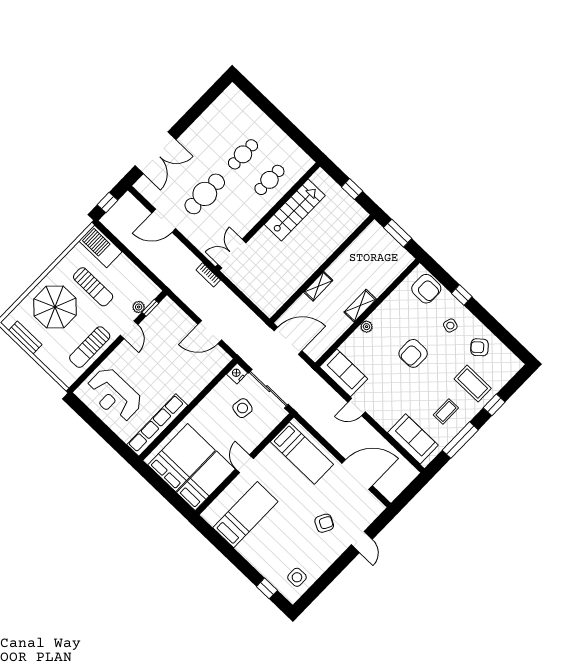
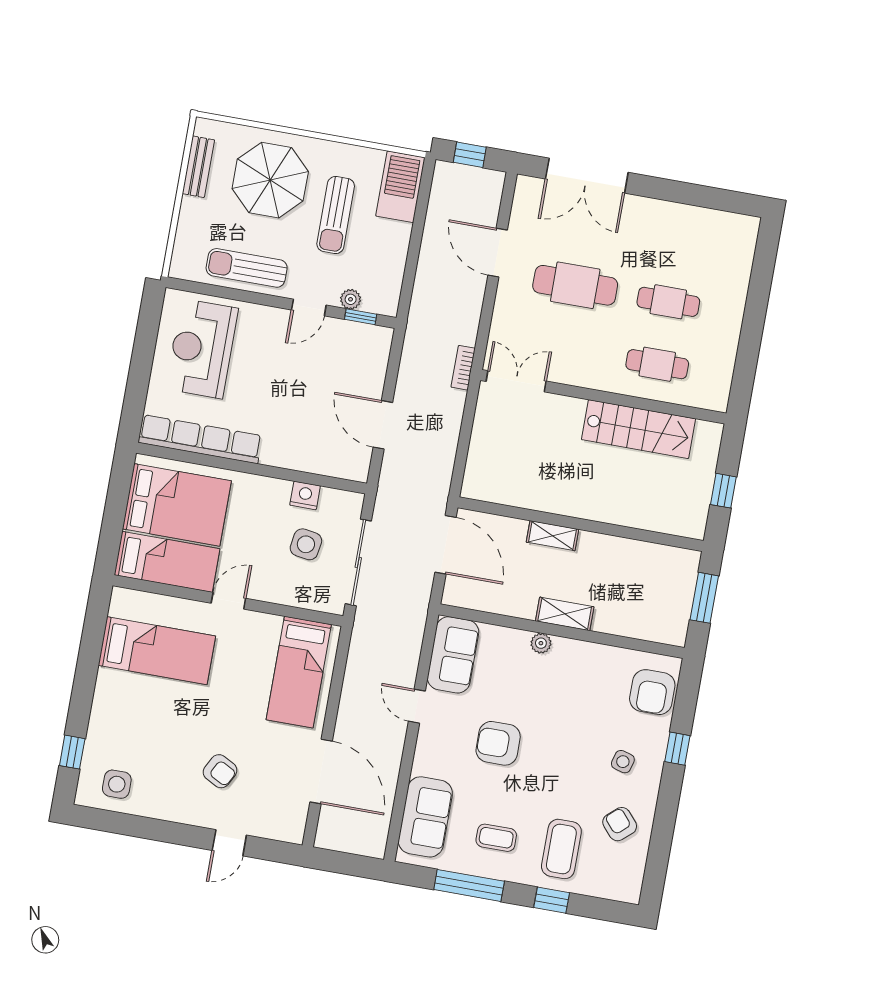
armchair: (413, 353) -> (498, 743), moved
nightstand: (237, 374) -> (305, 495), moved

